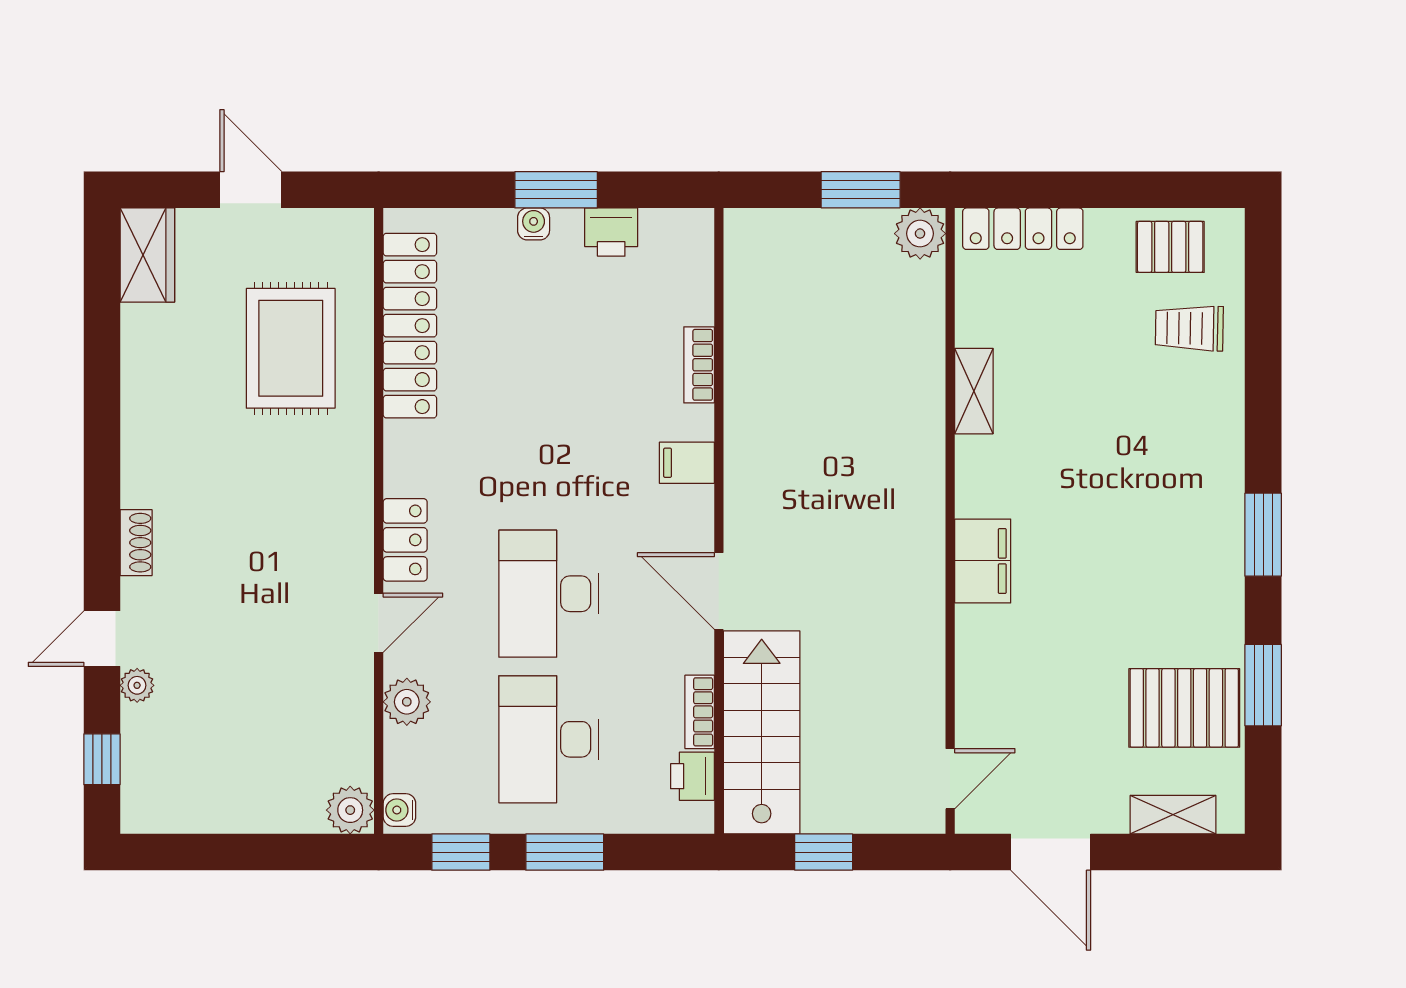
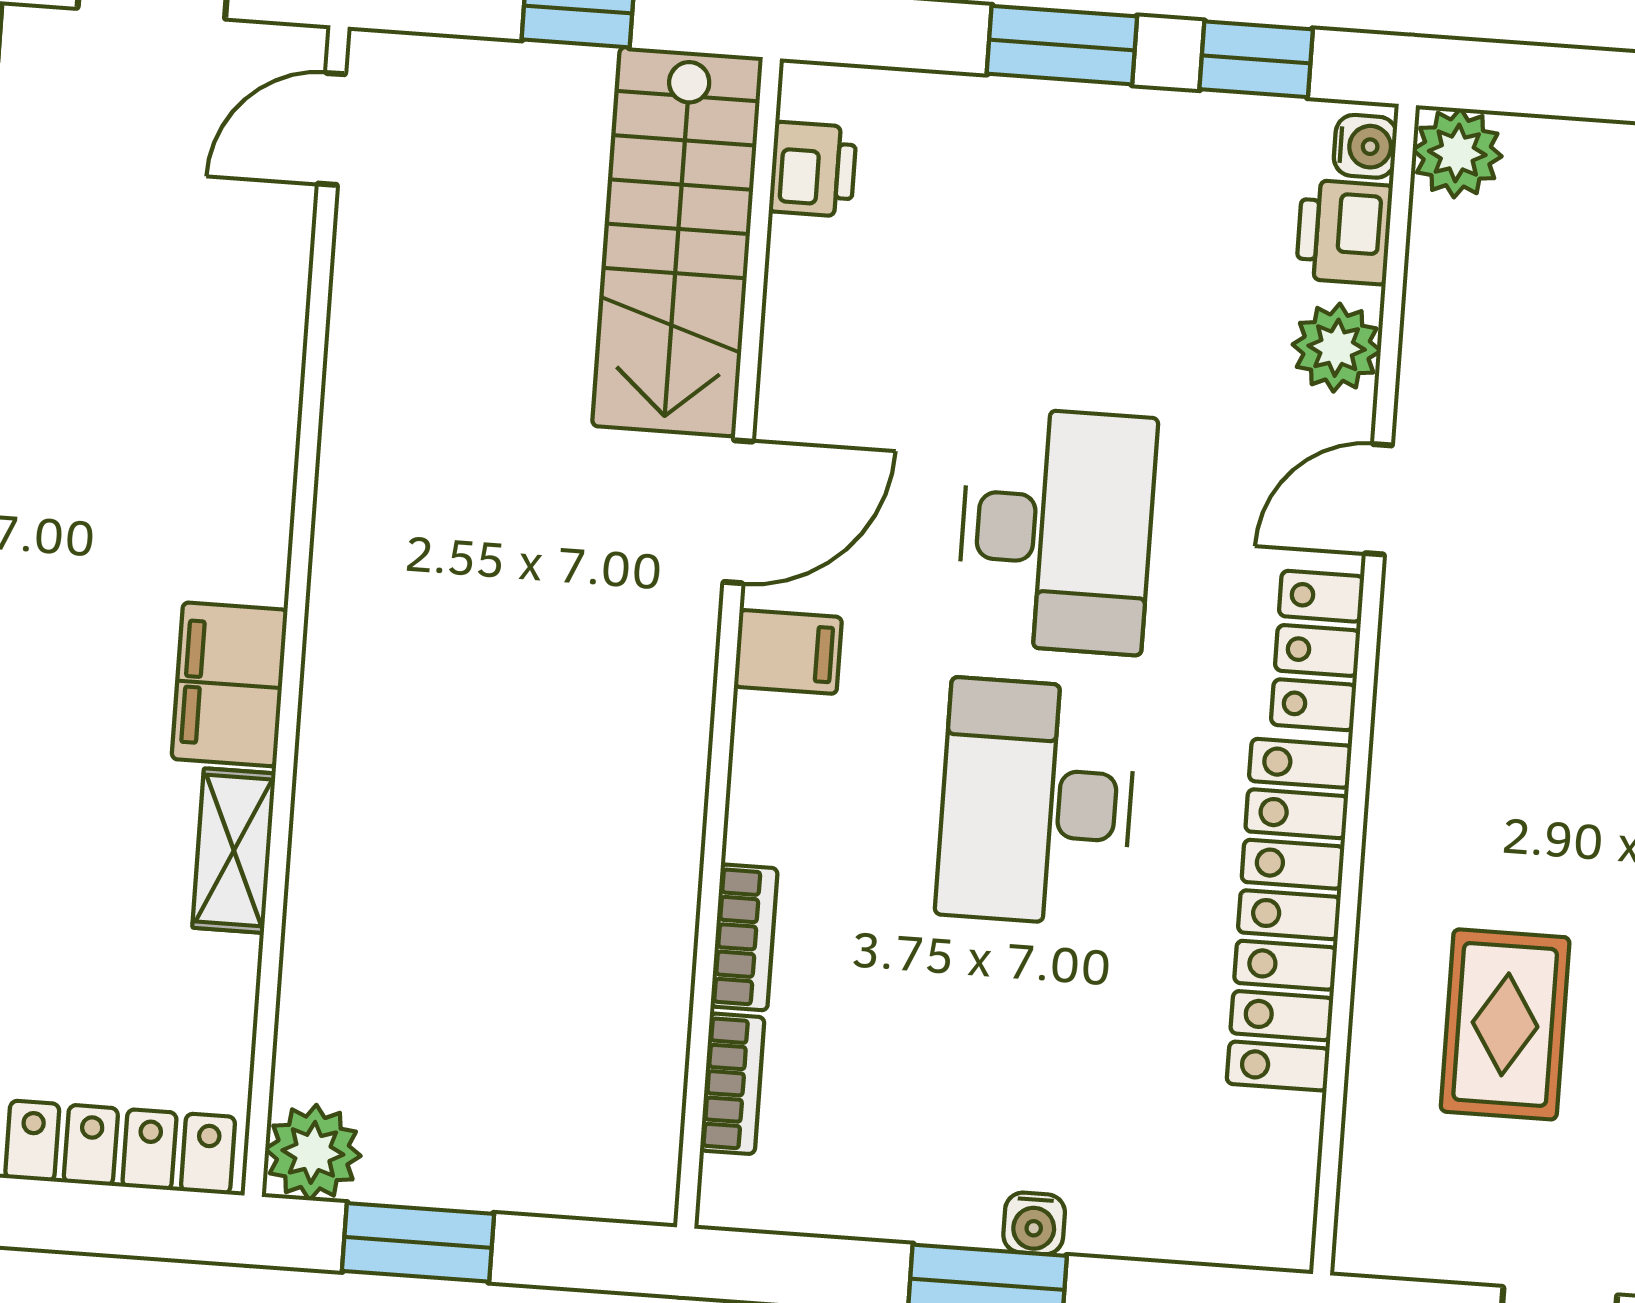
printer: (611, 232) -> (1344, 232), moved, turned -90
locker: (410, 326) -> (1289, 915), moved
rug: (291, 348) -> (1505, 1024), width x0.73, depth x0.70
filing cabinet: (687, 463) -> (788, 652), moved
filing cabinet: (983, 561) -> (230, 684), moved
door: (719, 591) -> (738, 512), hinge flipped
bookcase: (700, 712) -> (732, 1084), moved
desk: (549, 739) -> (1036, 802), moved, turned 180

